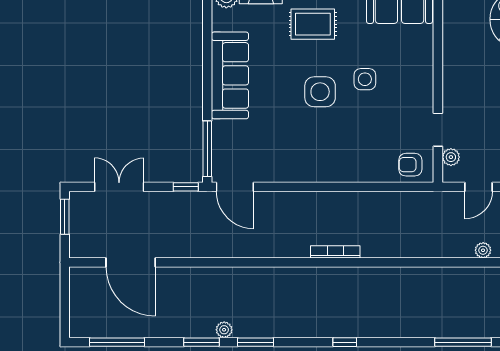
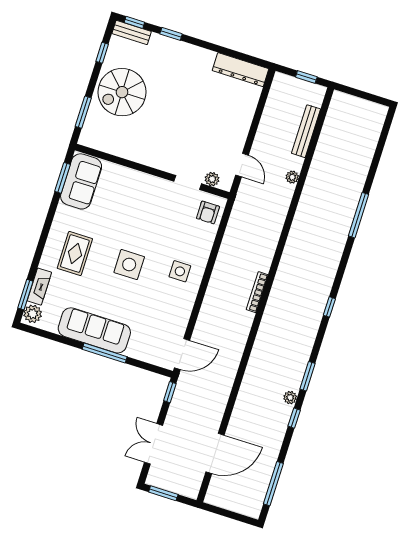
side table: (365, 79) -> (180, 271), moved
window: (207, 149) -> (105, 353), moved
window: (201, 342) -> (294, 418), width x0.67

